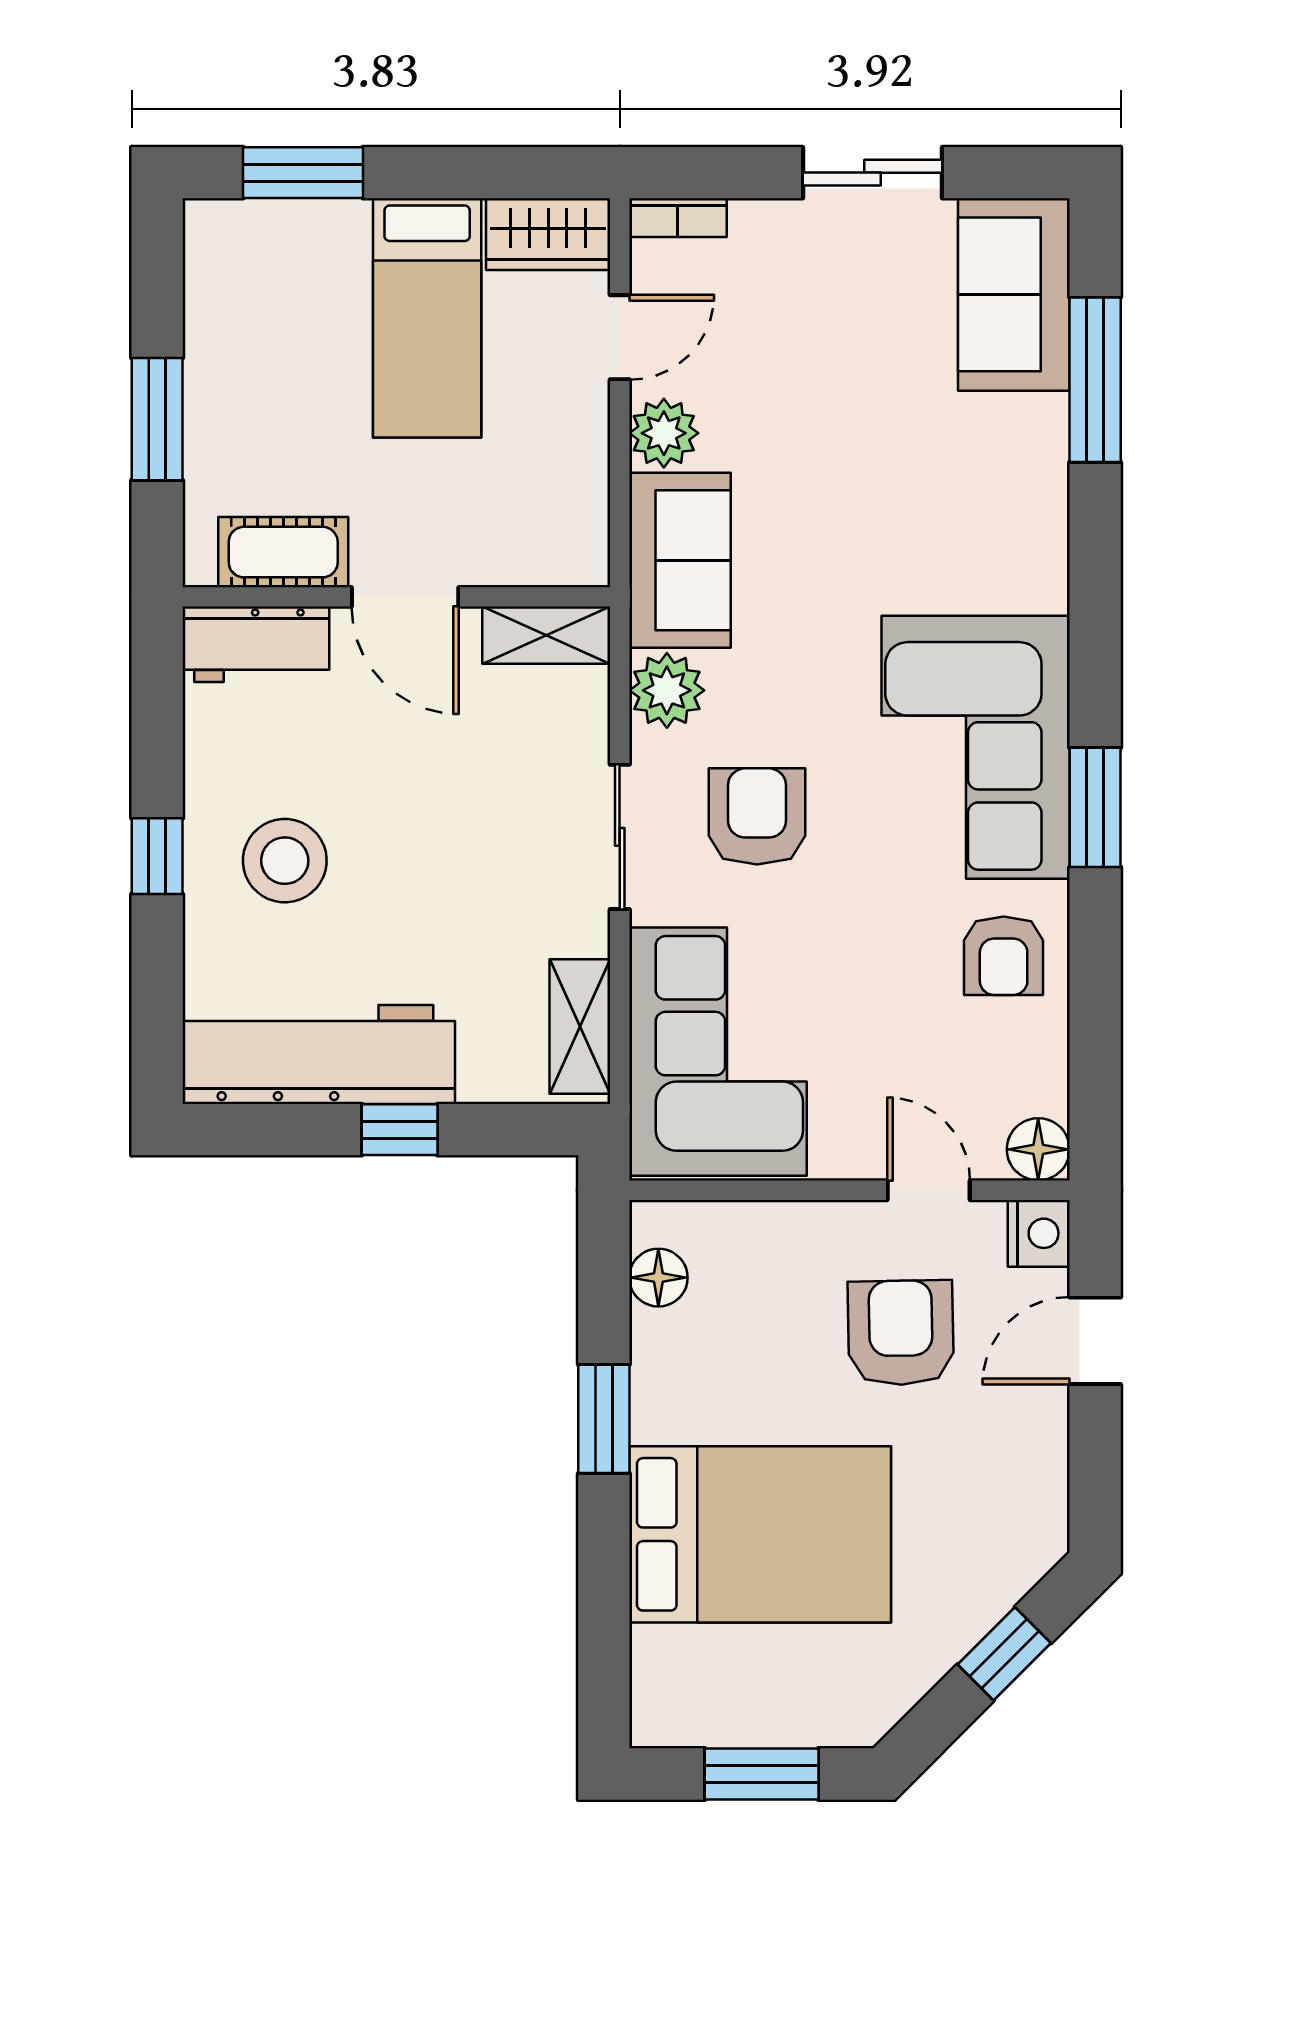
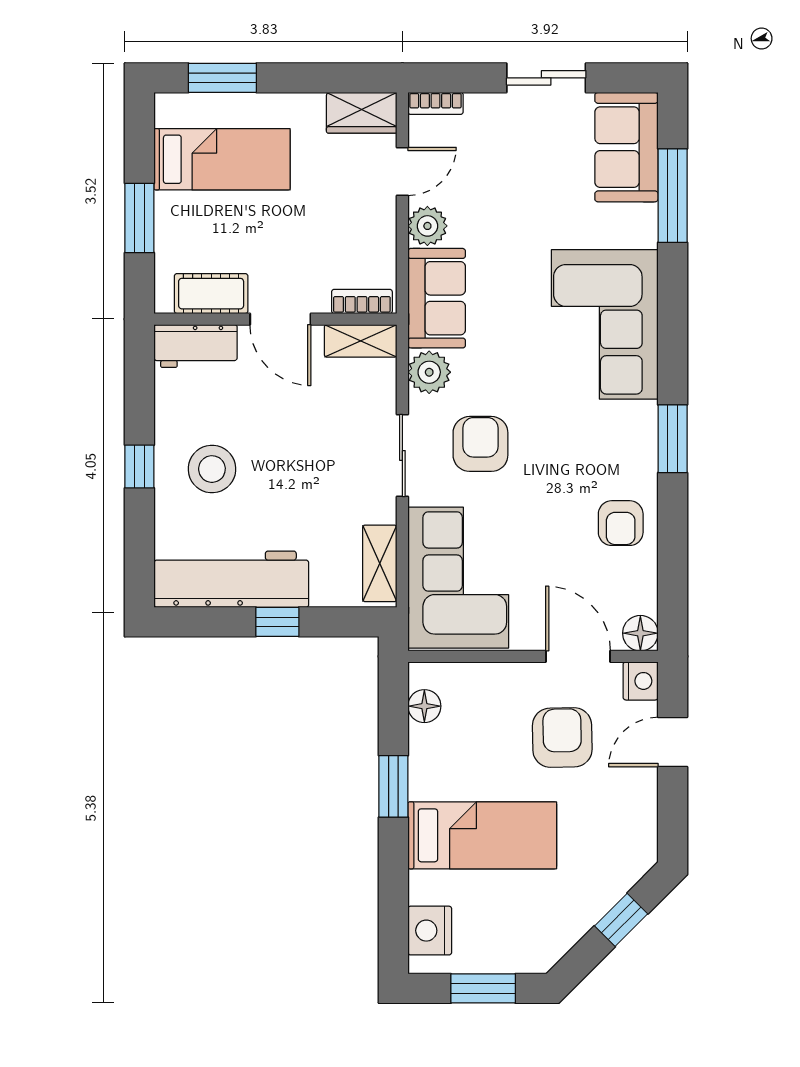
bed: (427, 318) -> (222, 159), moved, turned -90
bookcase: (549, 566) -> (362, 301), added
corner sofa: (976, 747) -> (605, 324), moved
door: (929, 1190) -> (578, 656), width x1.38
bed: (760, 1534) -> (482, 835), width x0.67
nightstand: (668, 1672) -> (430, 931), added

